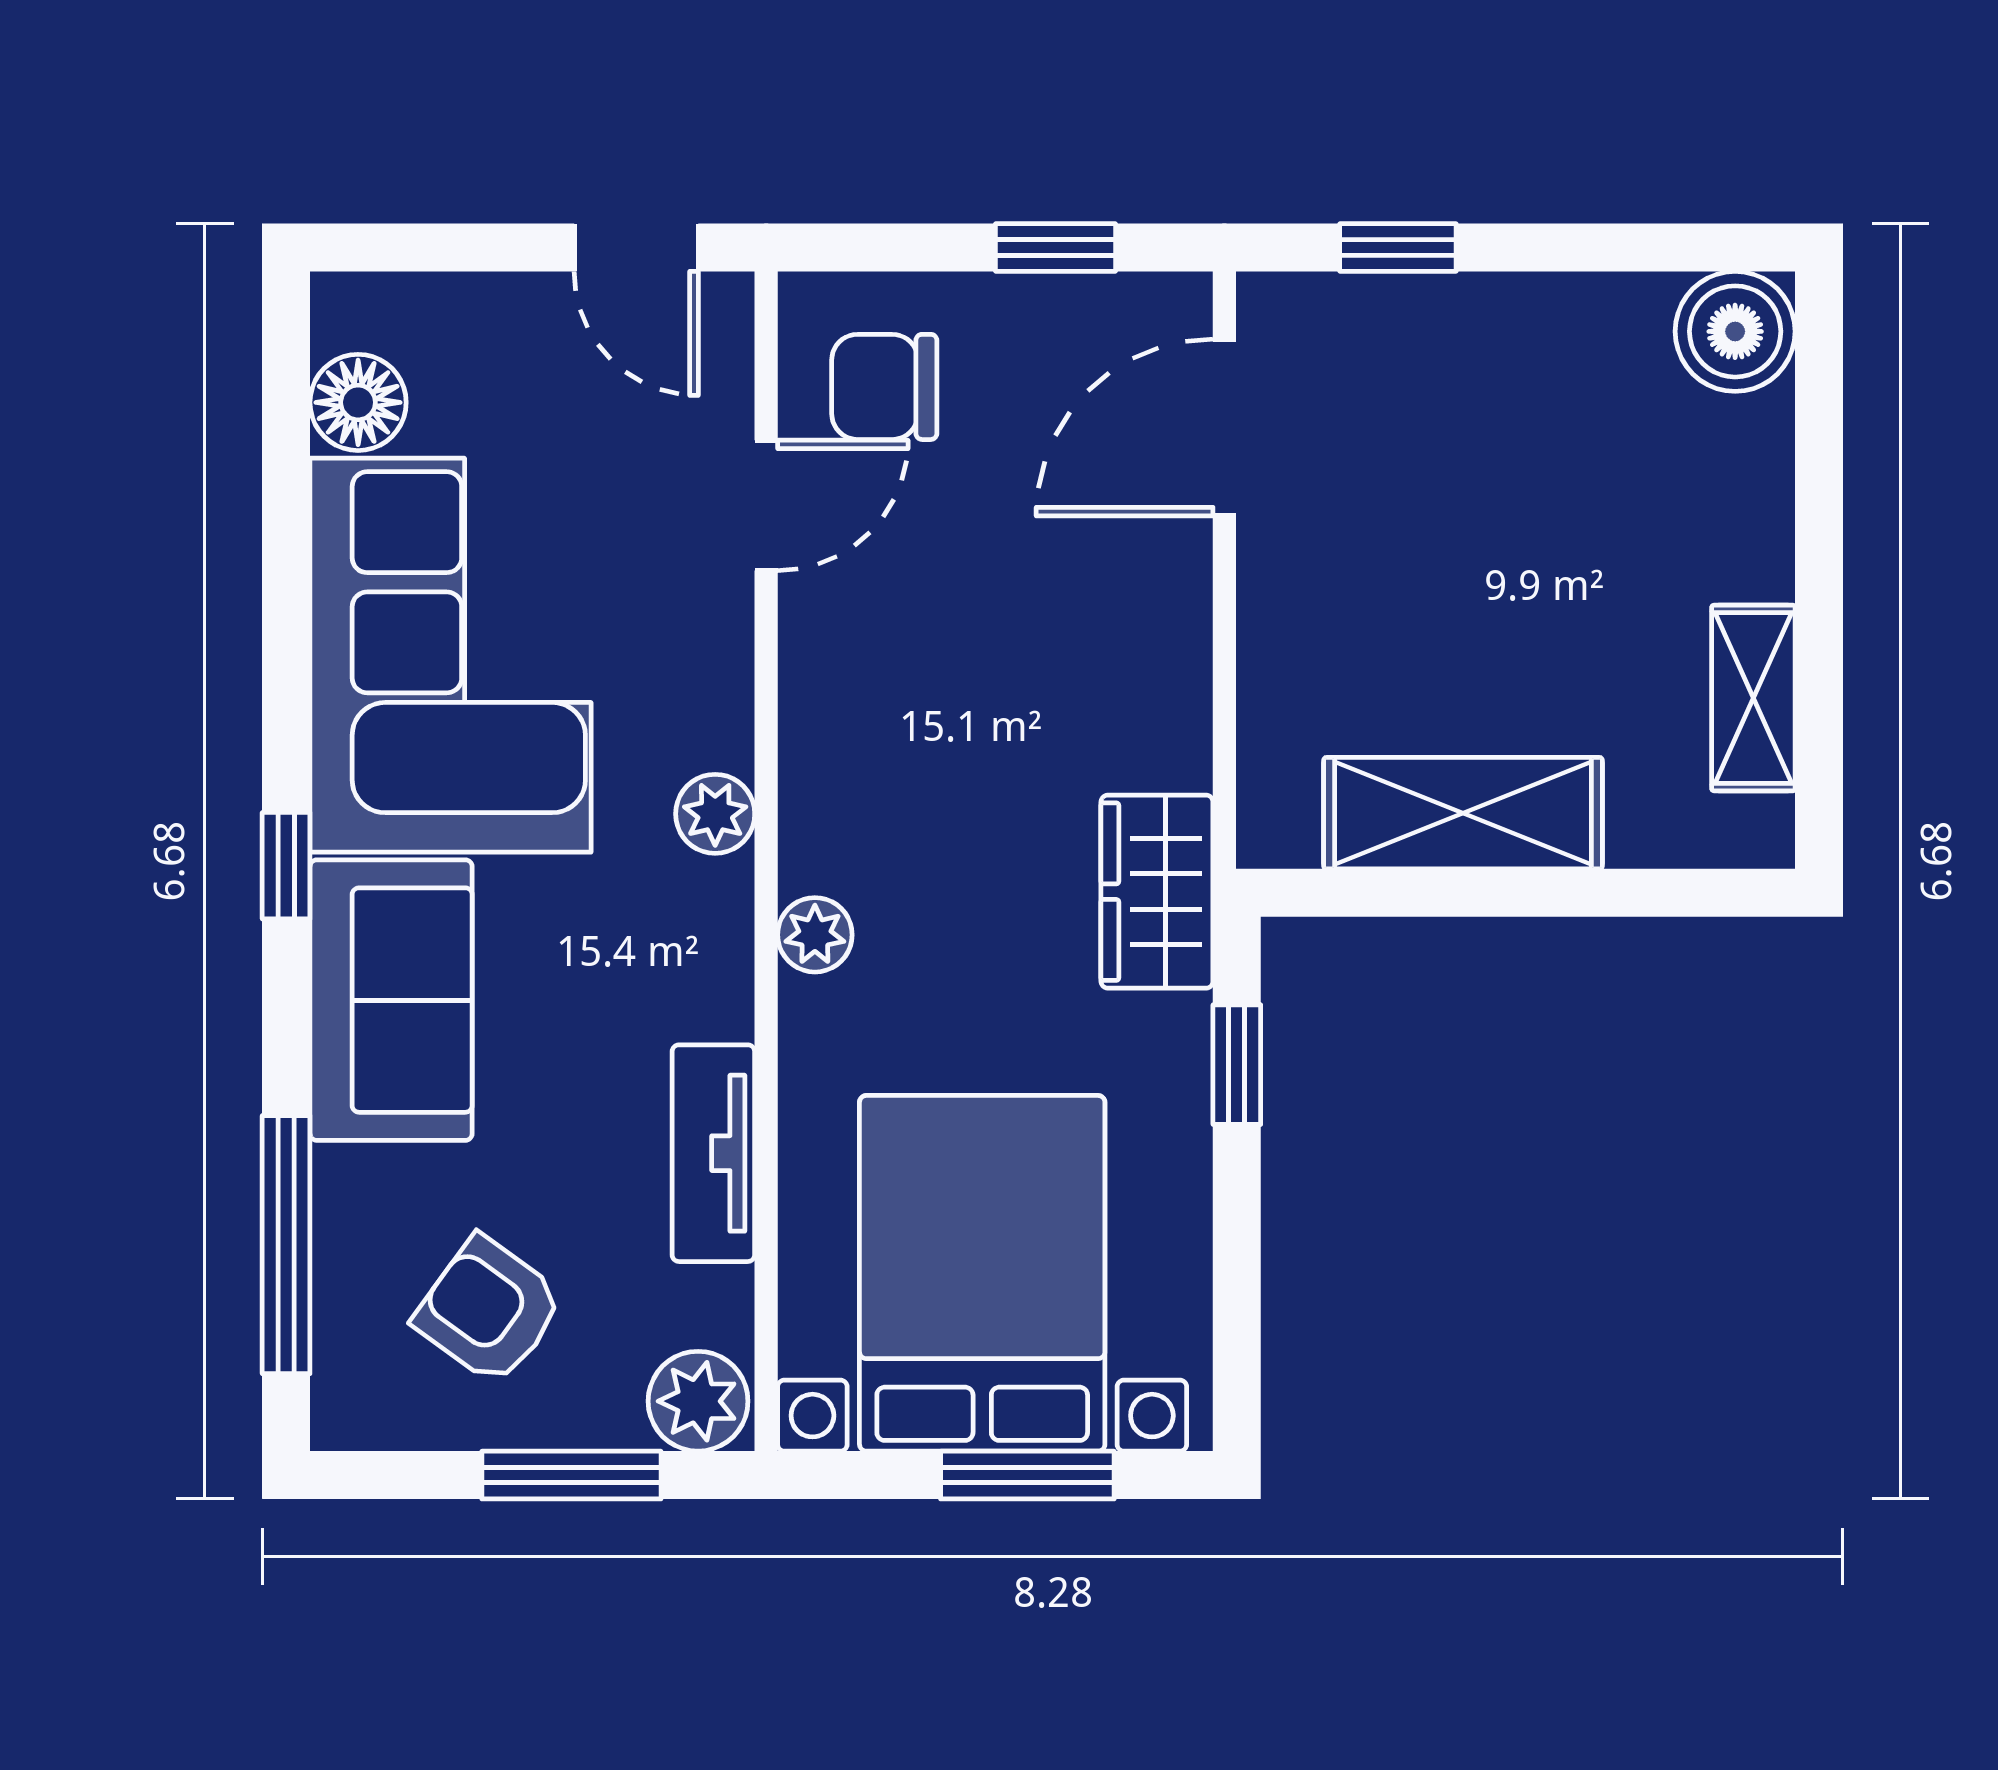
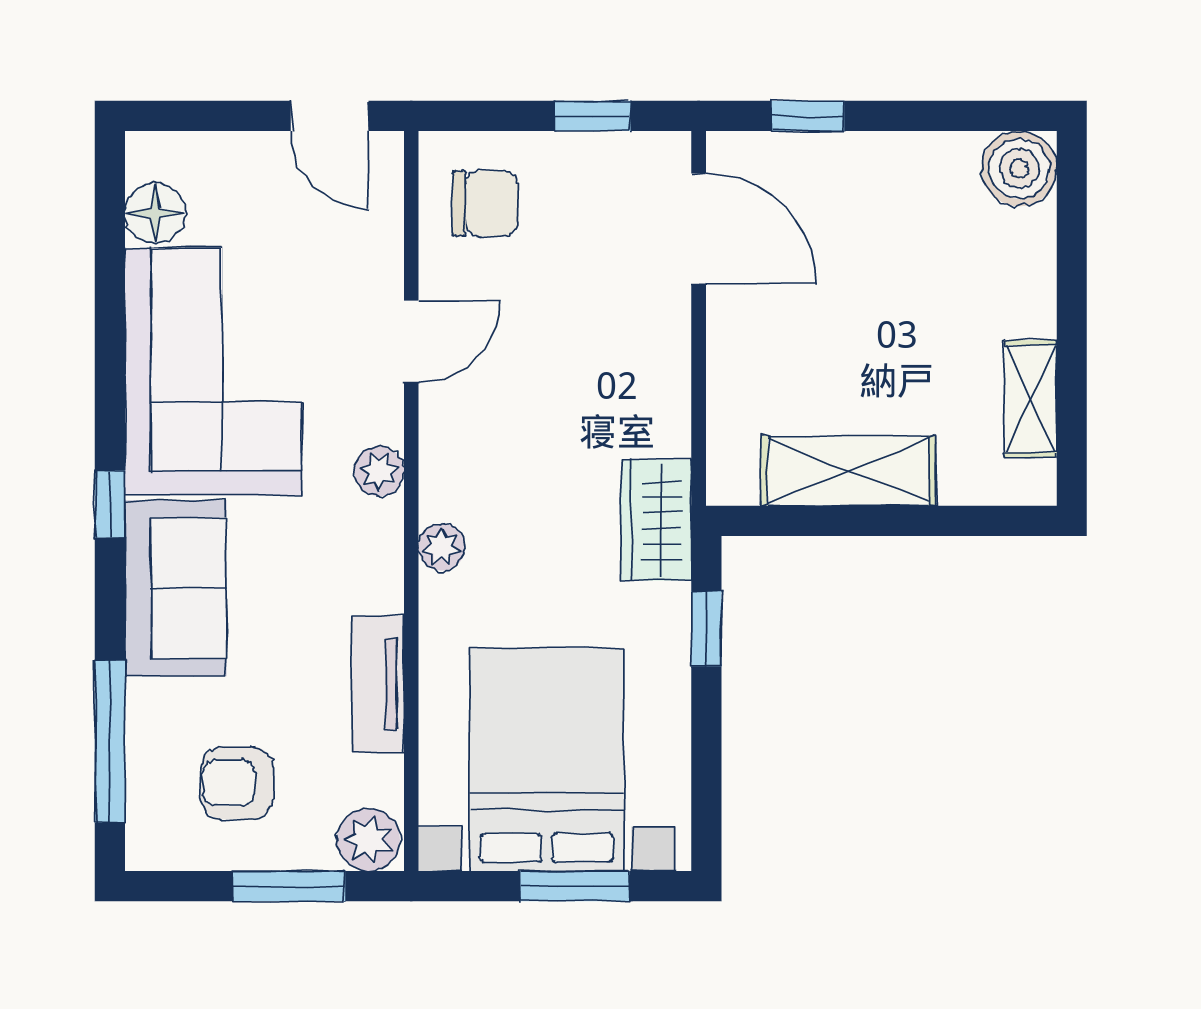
chair: (884, 387) -> (485, 203), turned 180
door: (1224, 428) -> (699, 229), swing flipped
door: (766, 505) -> (411, 341), moved
armchair: (489, 1310) -> (237, 783), turned -36

